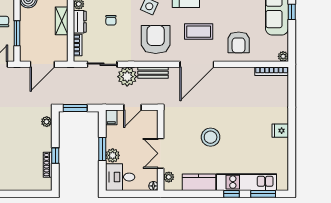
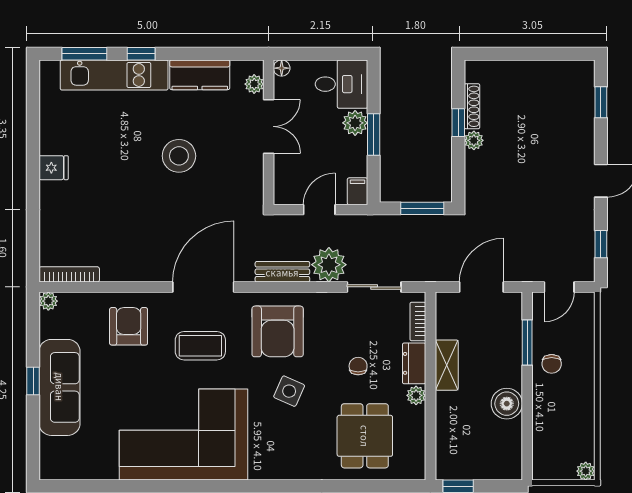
plant: (47, 122) -> (474, 140), moved

